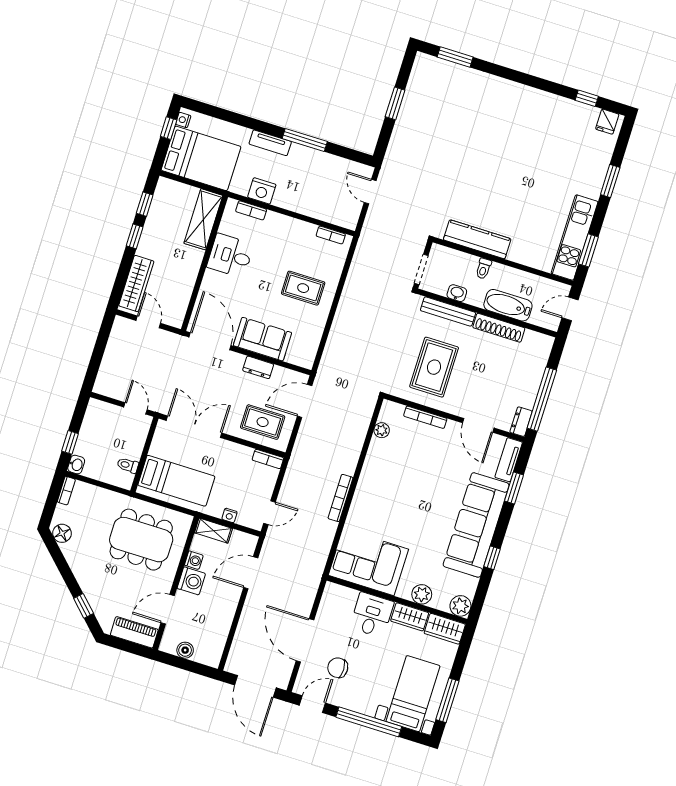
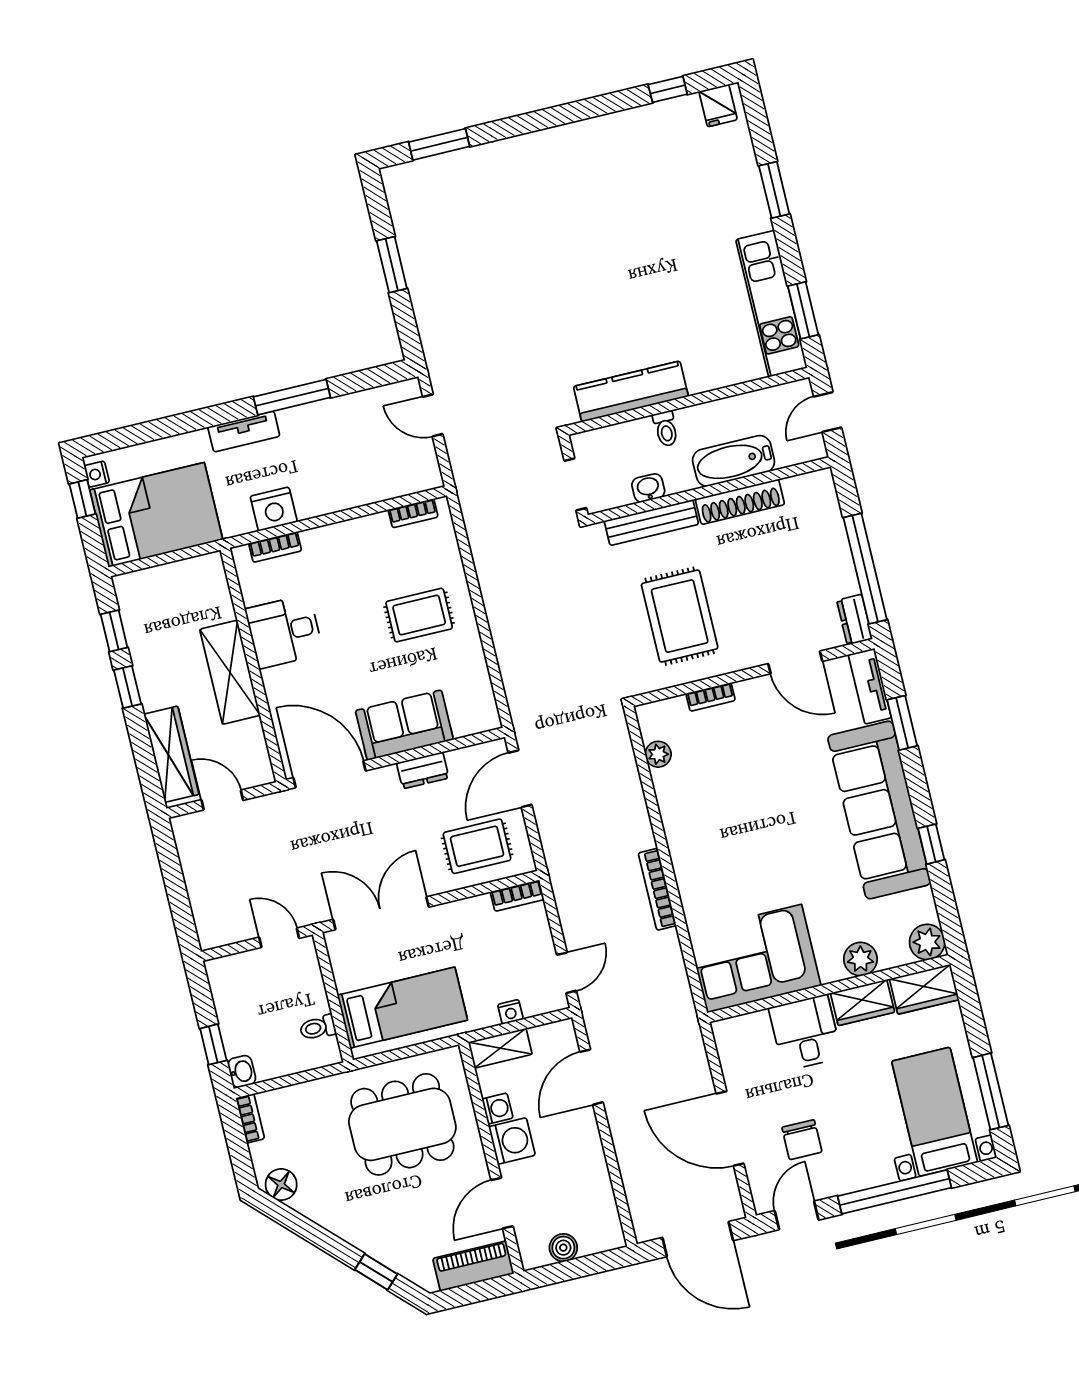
shelving: (203, 219) -> (230, 672), moved
bookcase: (425, 417) -> (711, 697), width x0.64
chair: (338, 668) -> (802, 1140), turned -90

